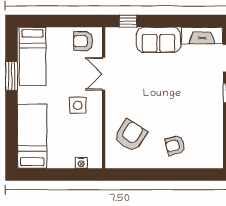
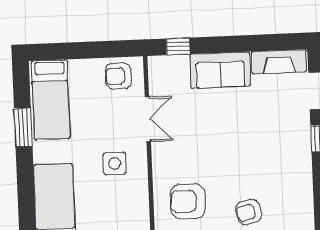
double door: (104, 74) -> (148, 119), swing flipped
armchair: (130, 135) -> (188, 201), turned -123

